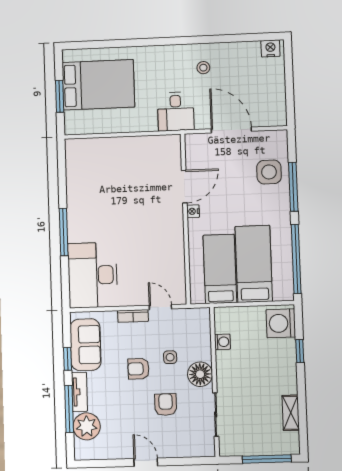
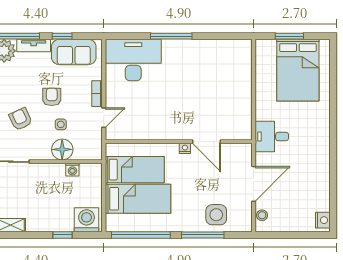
stool: (203, 68) -> (262, 215), moved
floor lamp: (200, 374) -> (62, 149), moved
armchair: (166, 405) -> (21, 119), turned -115

